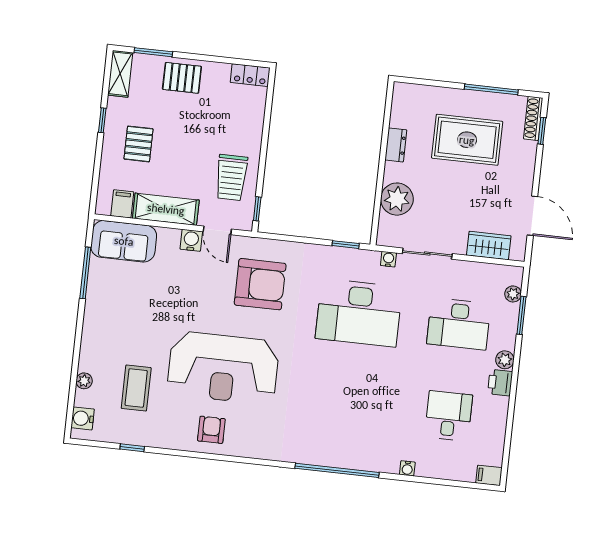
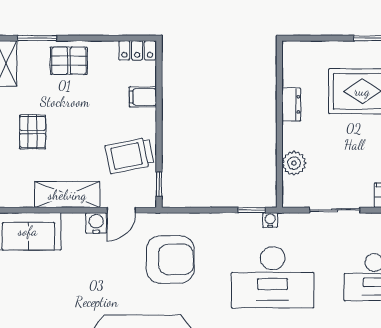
trolley: (231, 177) -> (130, 155), turned 78
plant: (397, 199) -> (294, 163), width x0.73, depth x0.73
filing cabinet: (122, 204) -> (143, 97), moved, turned -90
door: (217, 230) -> (121, 210), hinge flipped
water cooler: (388, 259) -> (270, 220), moved

